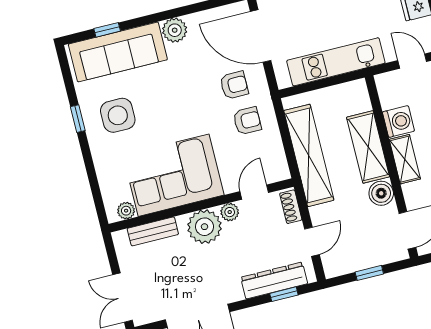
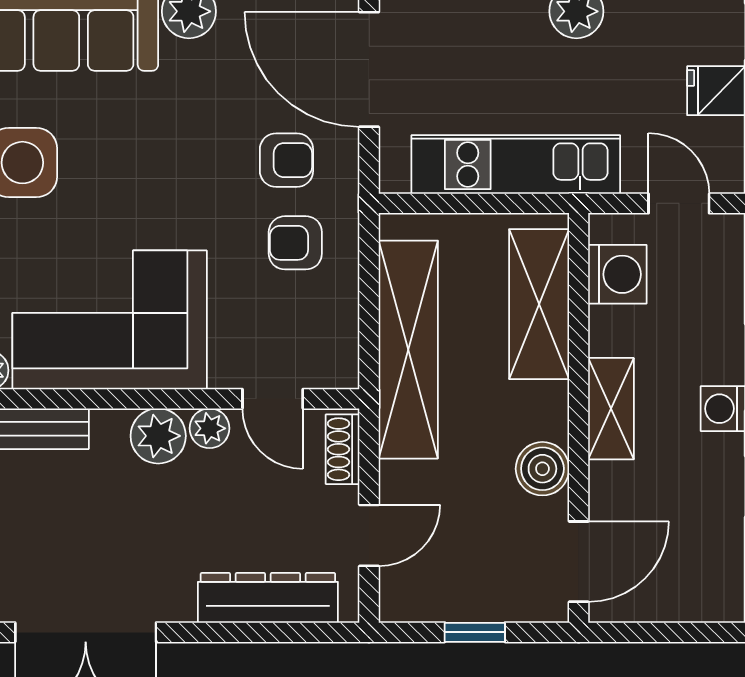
armchair: (247, 121) -> (295, 243), turned 180
washing machine: (398, 121) -> (617, 274), moved
shelving: (368, 147) -> (539, 304), moved
door: (254, 192) -> (273, 399), swing flipped
plant: (205, 227) -> (158, 436), width x0.73, depth x0.73
window: (284, 294) -> (281, 632), removed

